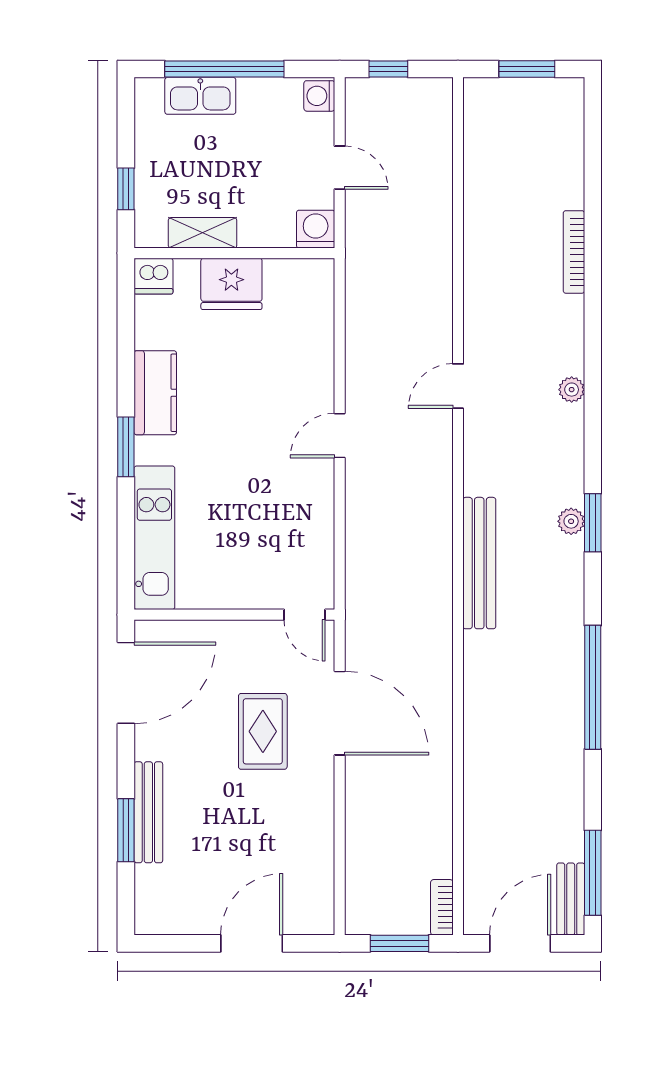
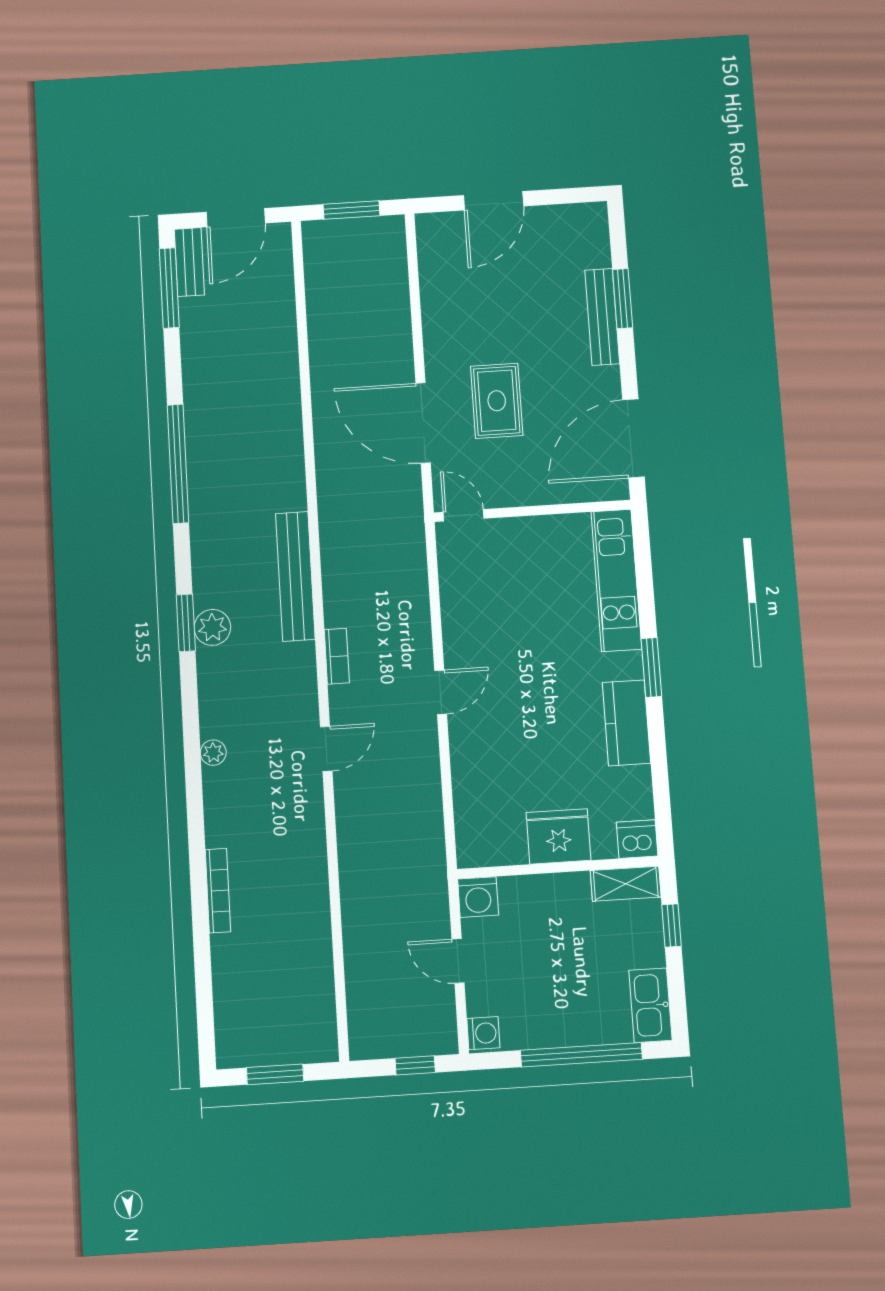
kitchen sink: (200, 96) -> (650, 1005), moved, turned -90
shelving: (203, 233) -> (626, 884), moved
plant: (571, 521) -> (212, 627), width x1.38, depth x1.38
bookcase: (442, 907) -> (337, 656), moved

